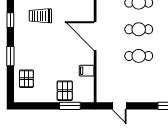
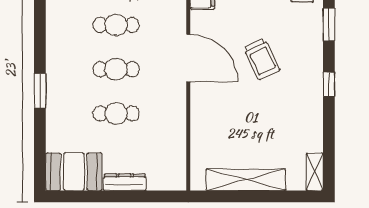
trolley: (40, 16) -> (261, 59), moved, turned 64

